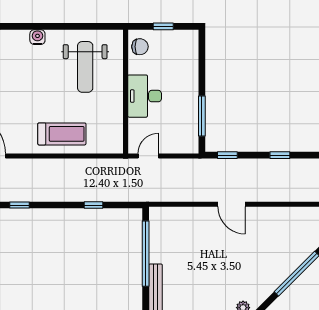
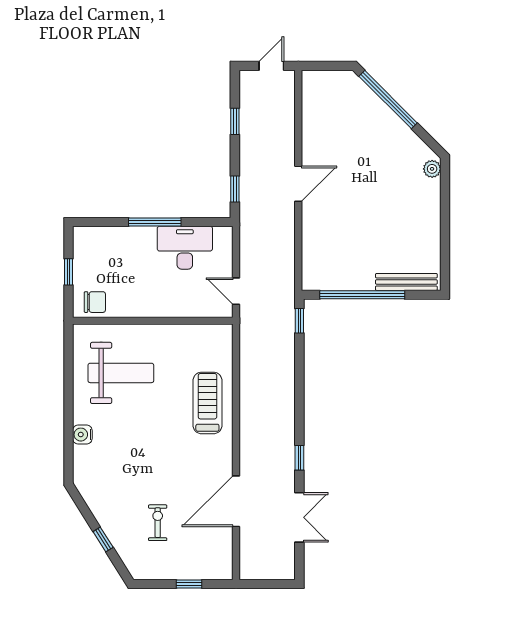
chair: (140, 47) -> (95, 302), turned 90
desk: (145, 96) -> (185, 248), moved, turned 180
window: (202, 116) -> (155, 222), moved
window: (94, 205) -> (299, 321), moved

